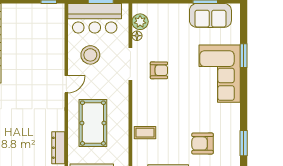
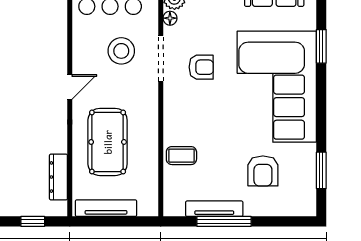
stool: (90, 55) -> (121, 51), moved
corner sofa: (220, 74) -> (277, 87), width x1.36, depth x1.36
armchair: (203, 143) -> (263, 171), turned -90

